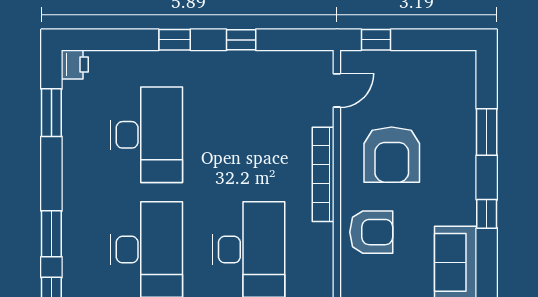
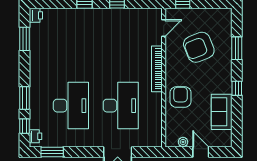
desk: (146, 135) -> (71, 50), removed
armchair: (392, 155) -> (199, 47), moved, turned 68
armchair: (371, 232) -> (180, 97), turned -90

